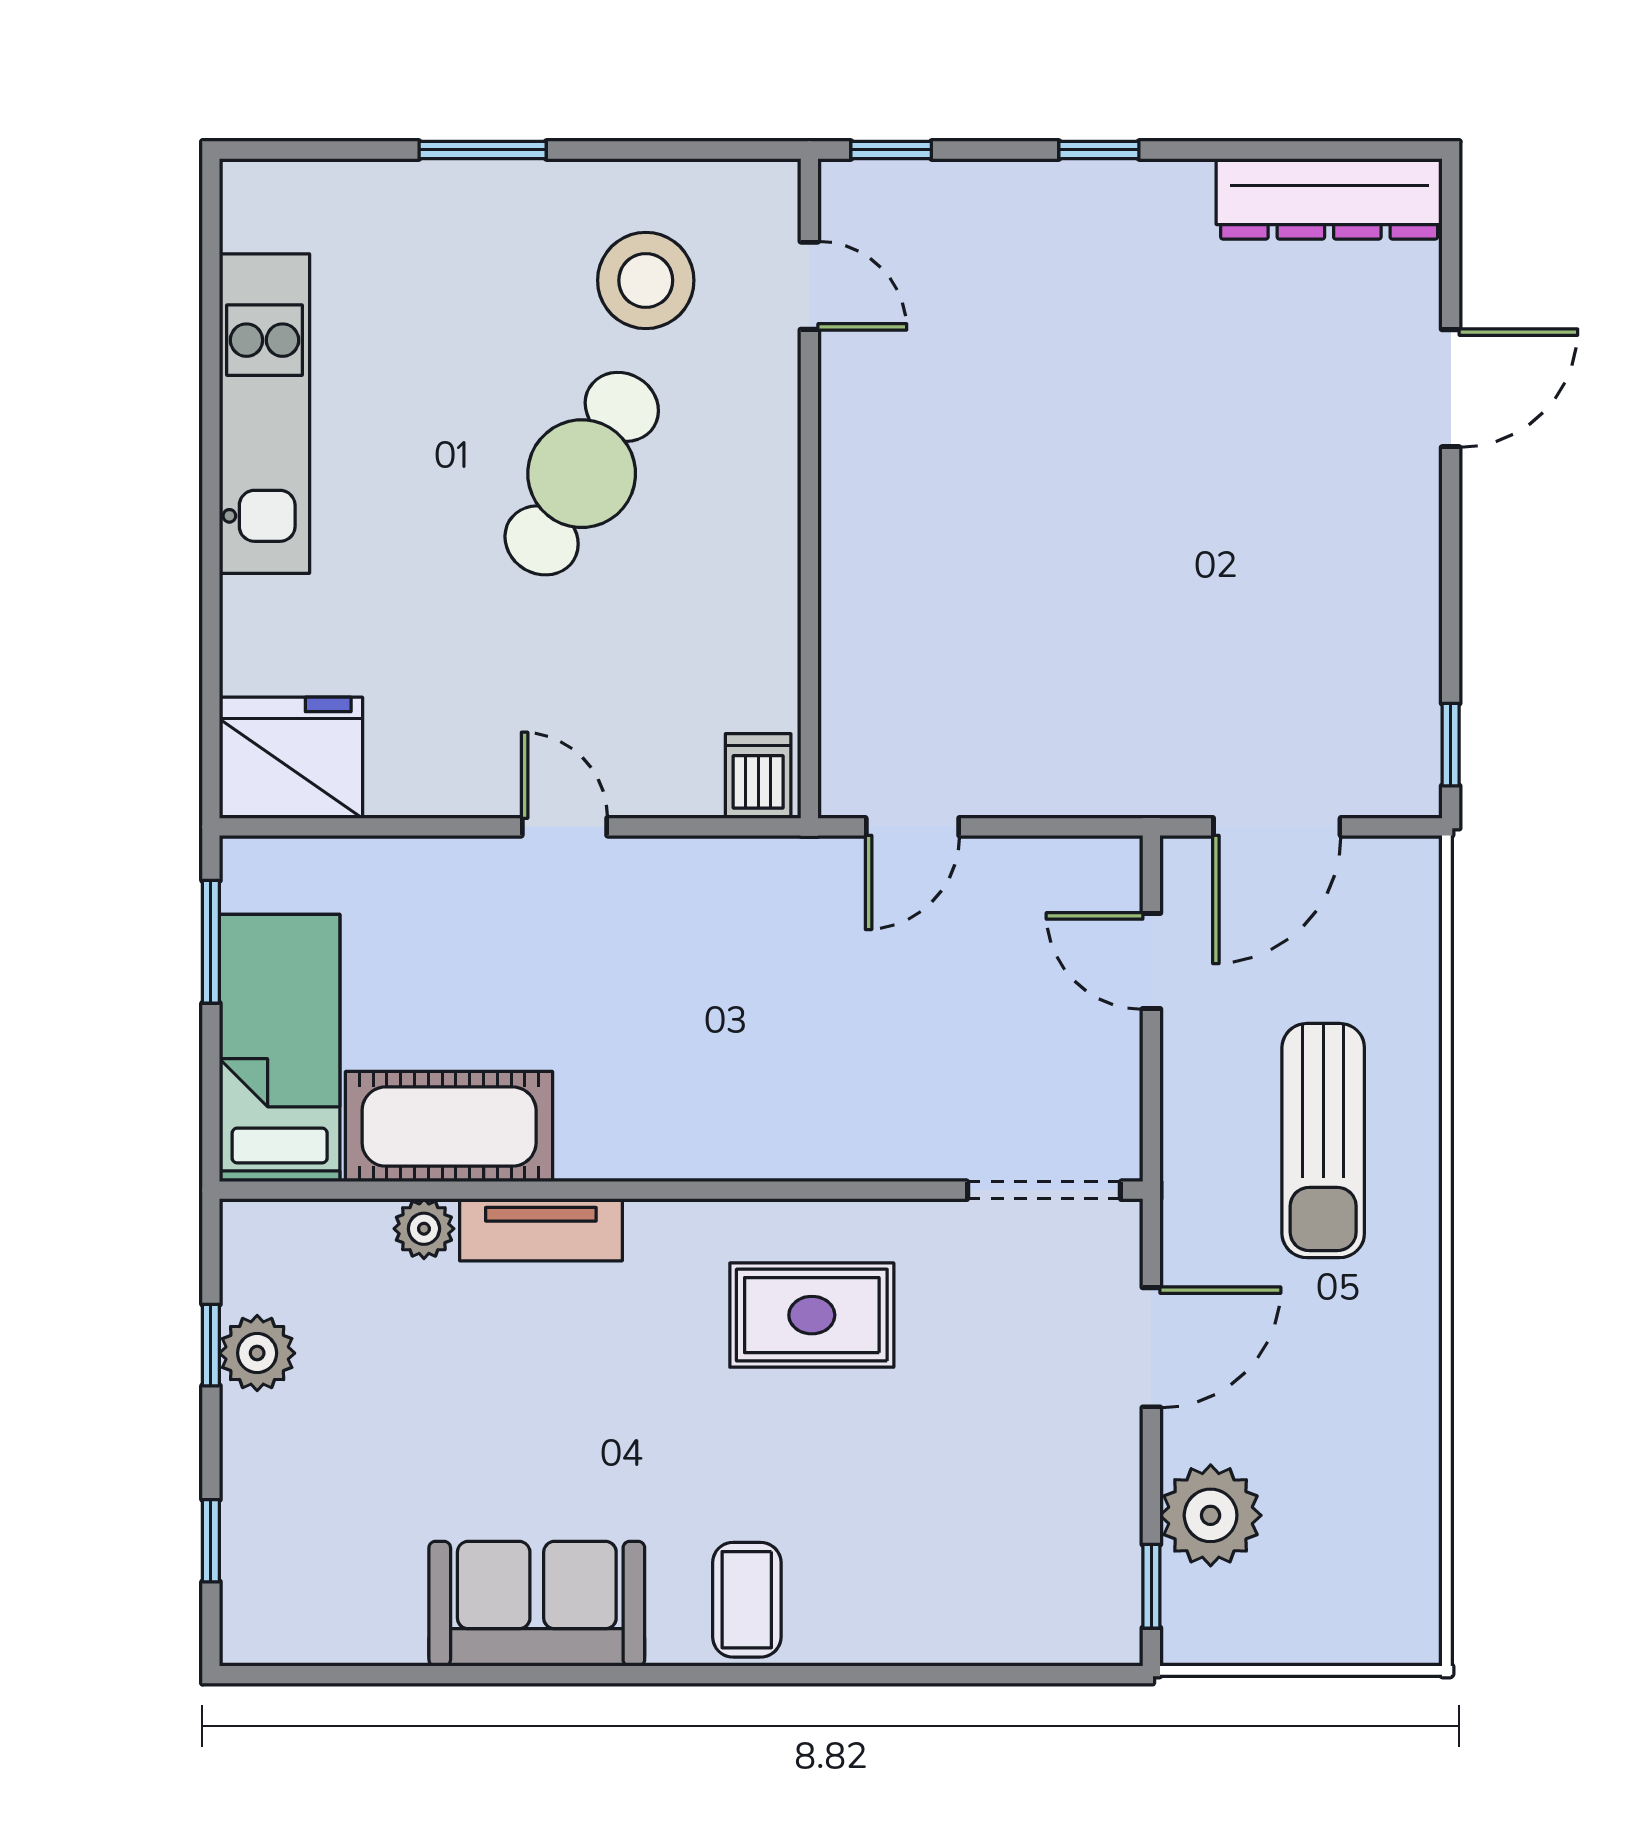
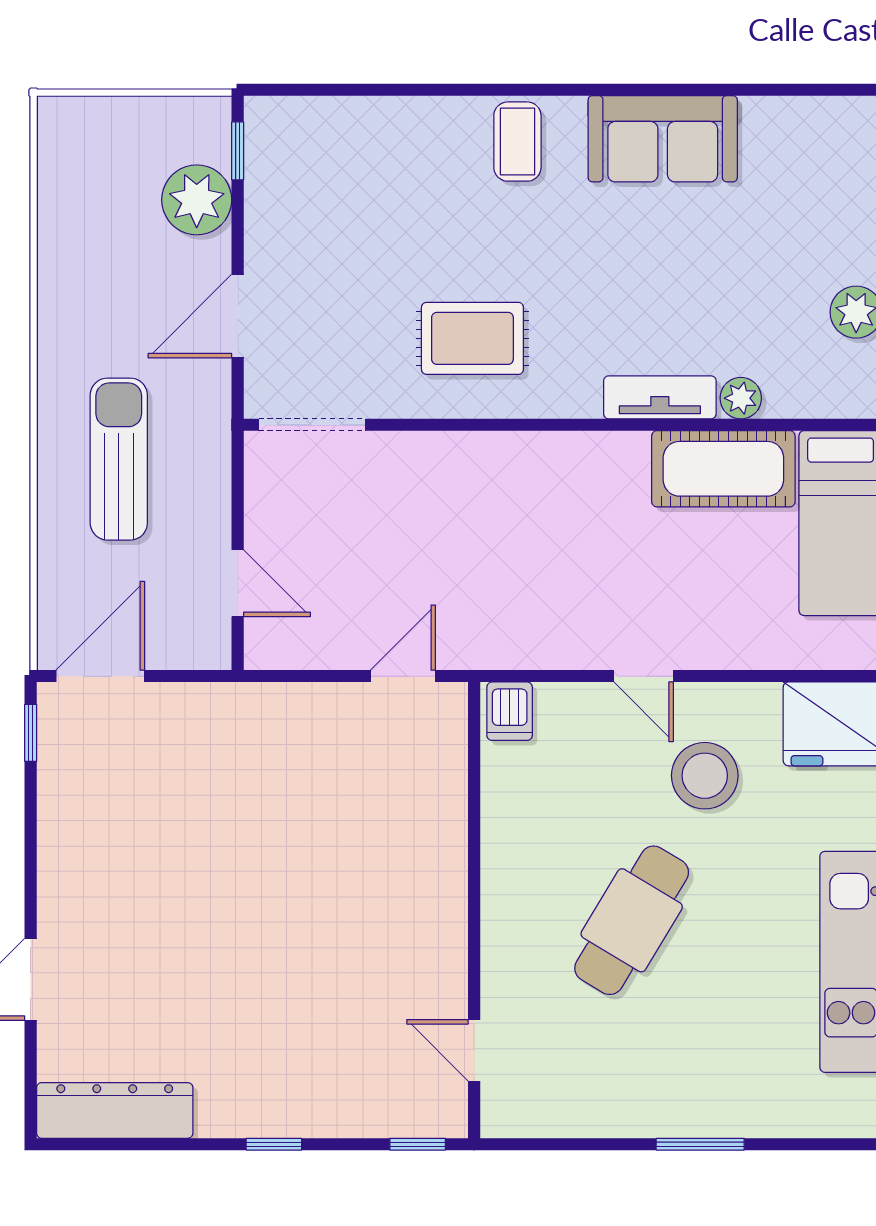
stool: (646, 280) -> (705, 776), moved
door: (1277, 827) -> (100, 676), moved

